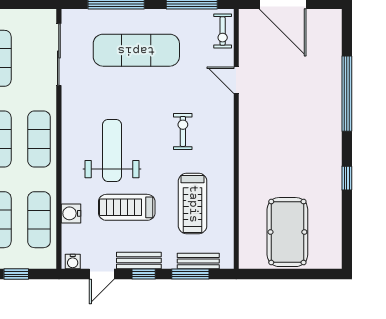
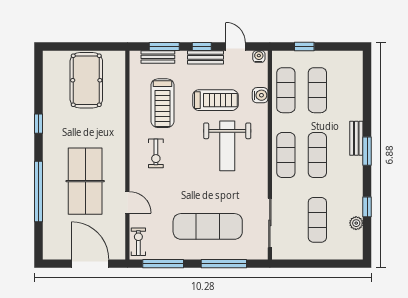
table tennis table: (289, 106) -> (85, 181), added
exercise bike: (183, 131) -> (156, 153), moved
treadmill: (193, 204) -> (163, 103), turned 180
door: (102, 274) -> (235, 46), hinge flipped

